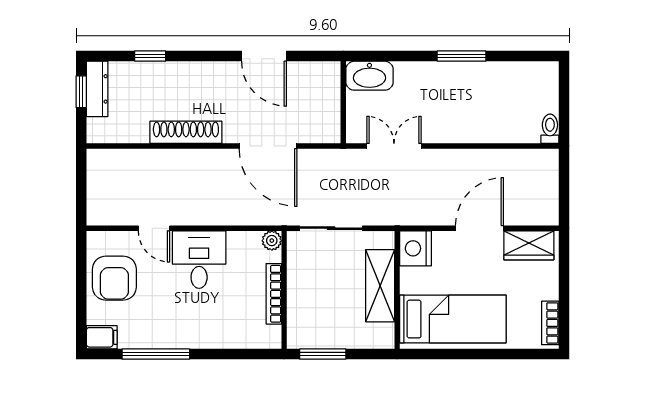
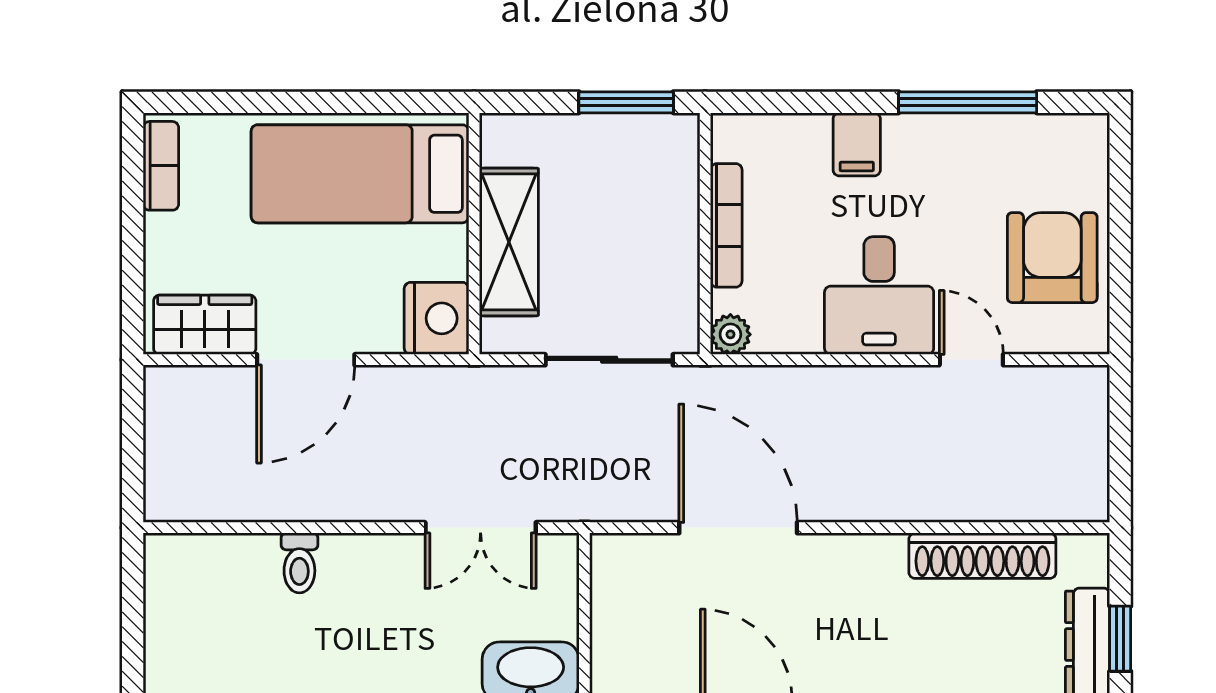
toilet: (550, 129) -> (299, 563), moved
shoe rack: (186, 132) -> (982, 556), moved
filing cabinet: (102, 337) -> (857, 144), moved, turned -90

